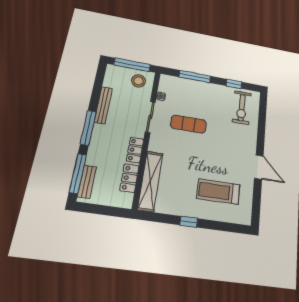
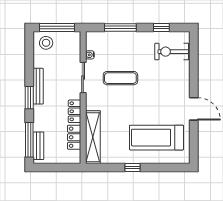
stool: (139, 81) -> (46, 43), moved
bench: (103, 105) -> (38, 86), moved
exercise bike: (242, 108) -> (172, 52), turned 90
window: (88, 128) -> (29, 98), width x0.69
treadmill: (218, 192) -> (156, 138), width x1.37, depth x1.38

